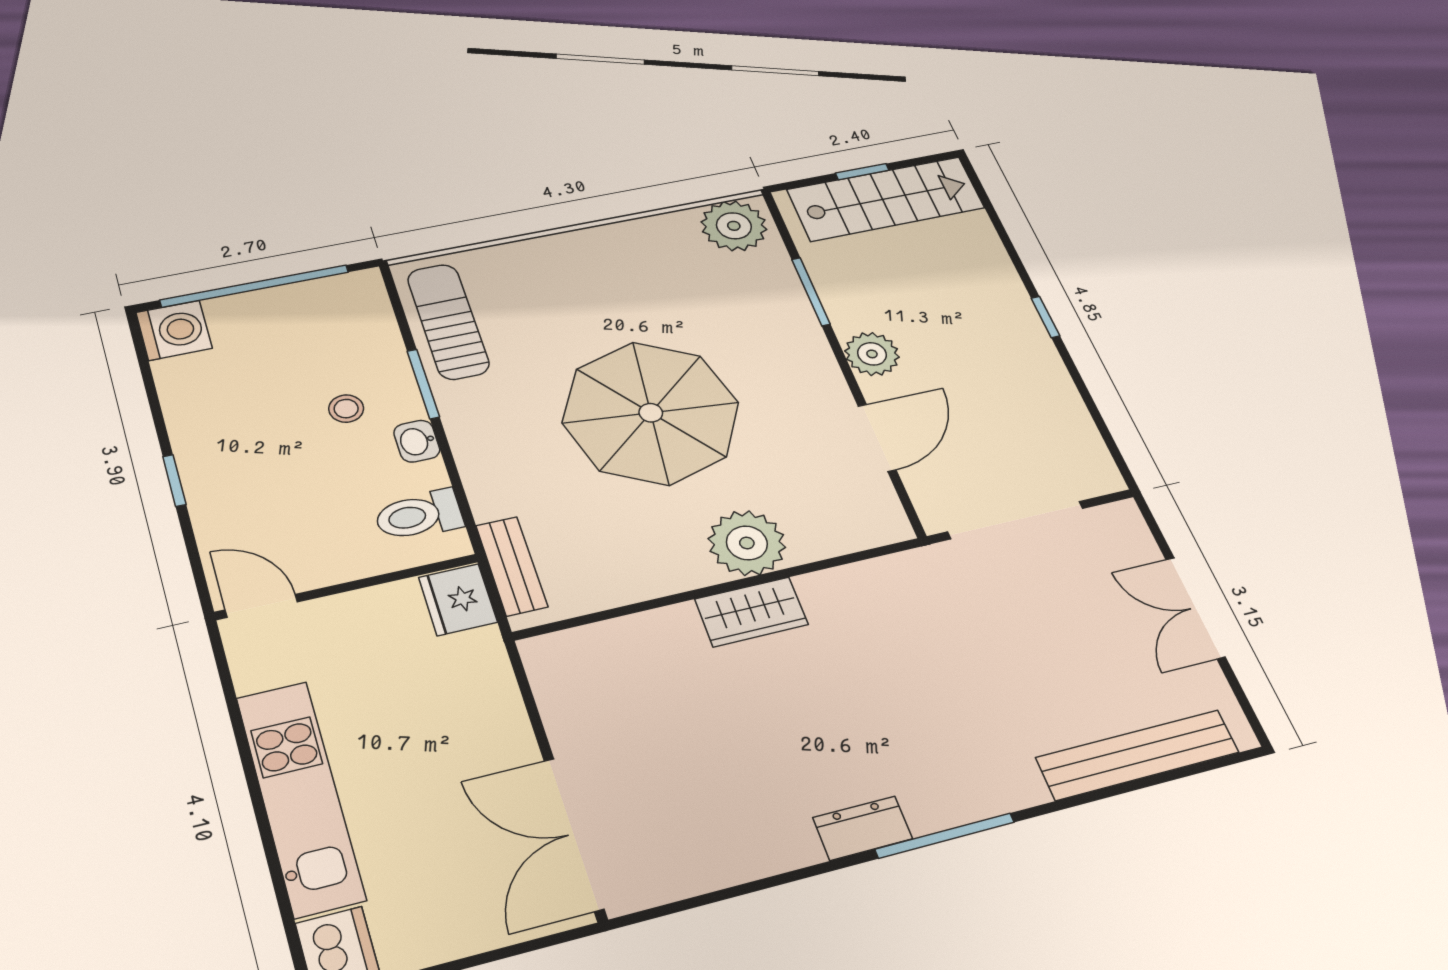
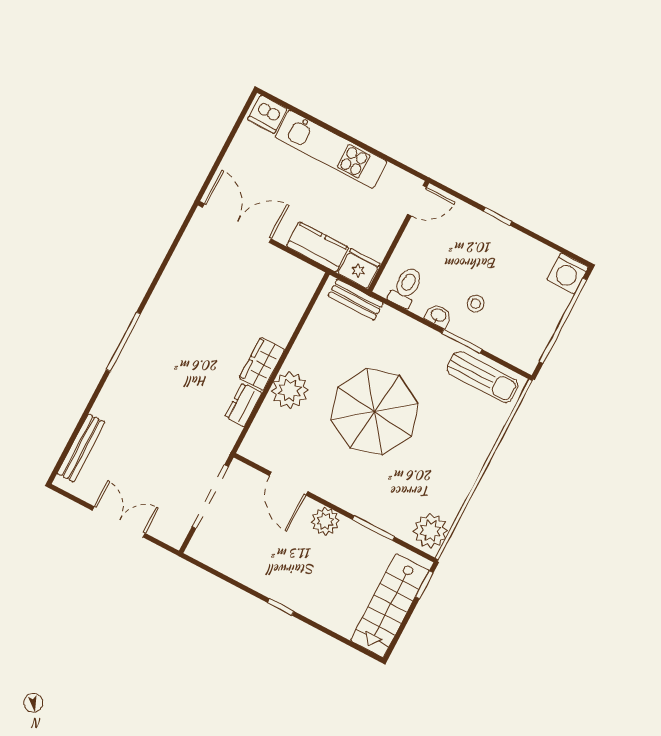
window: (862, 172) -> (424, 585), moved
kitchen counter: (486, 684) -> (318, 247), added
bench: (1138, 755) -> (81, 448), width x0.73, depth x0.82
dresser: (863, 828) -> (243, 405), moved, turned 180

